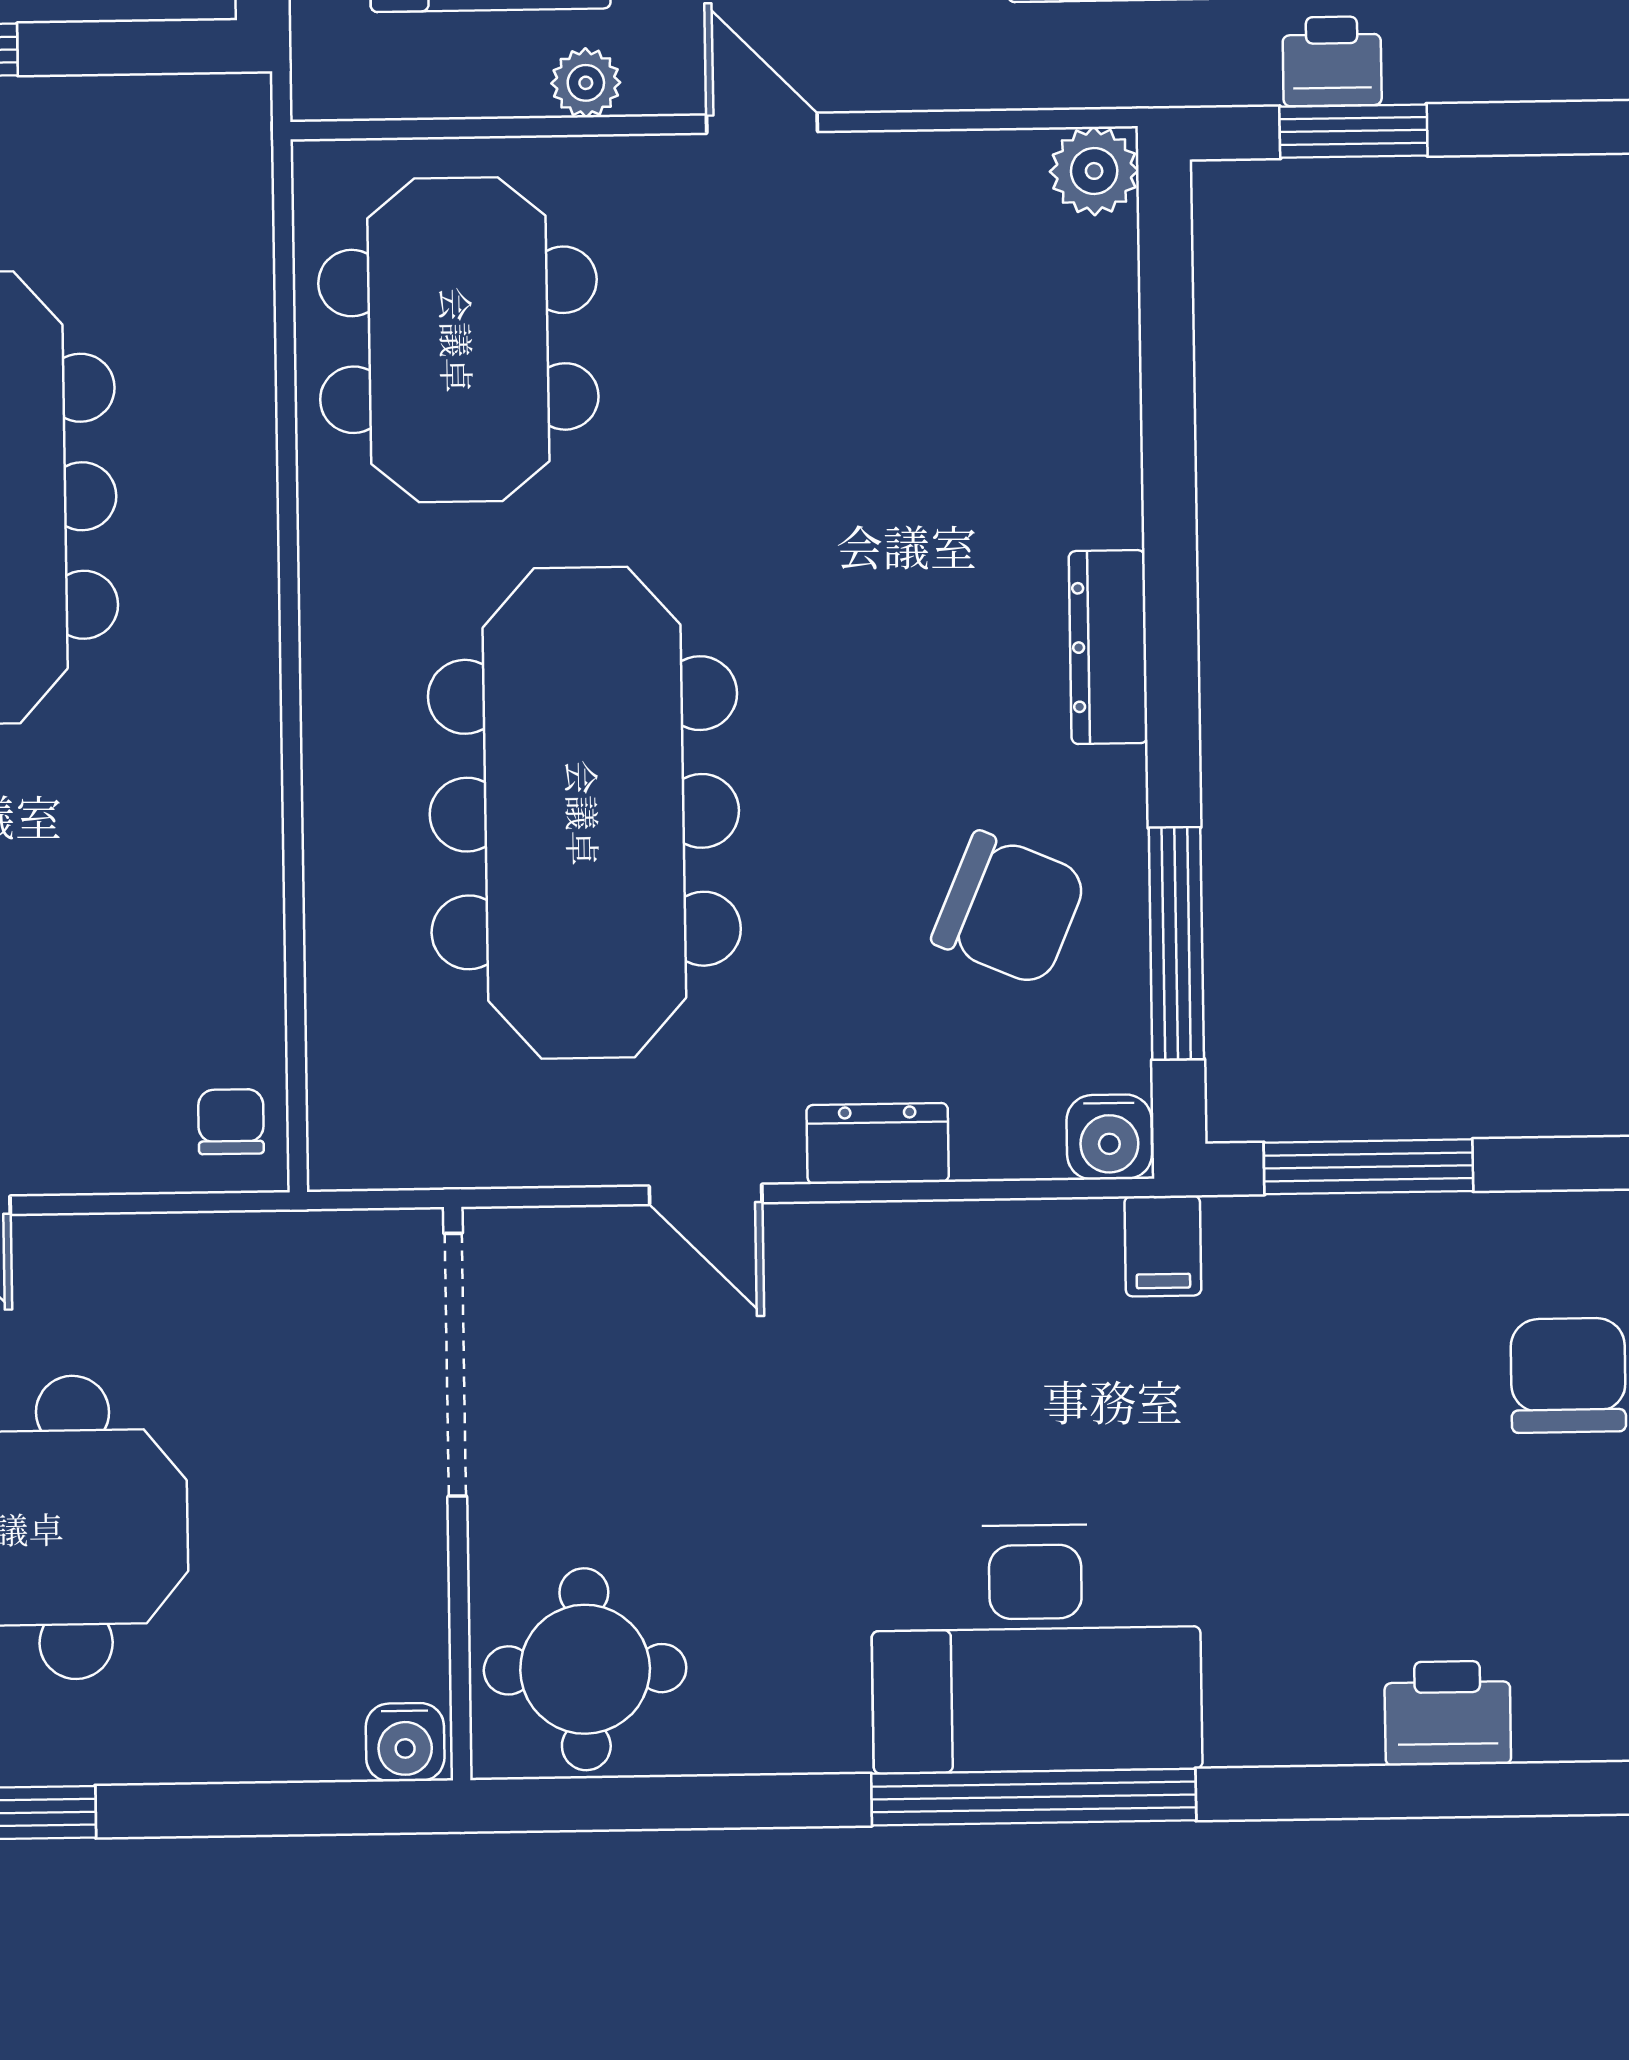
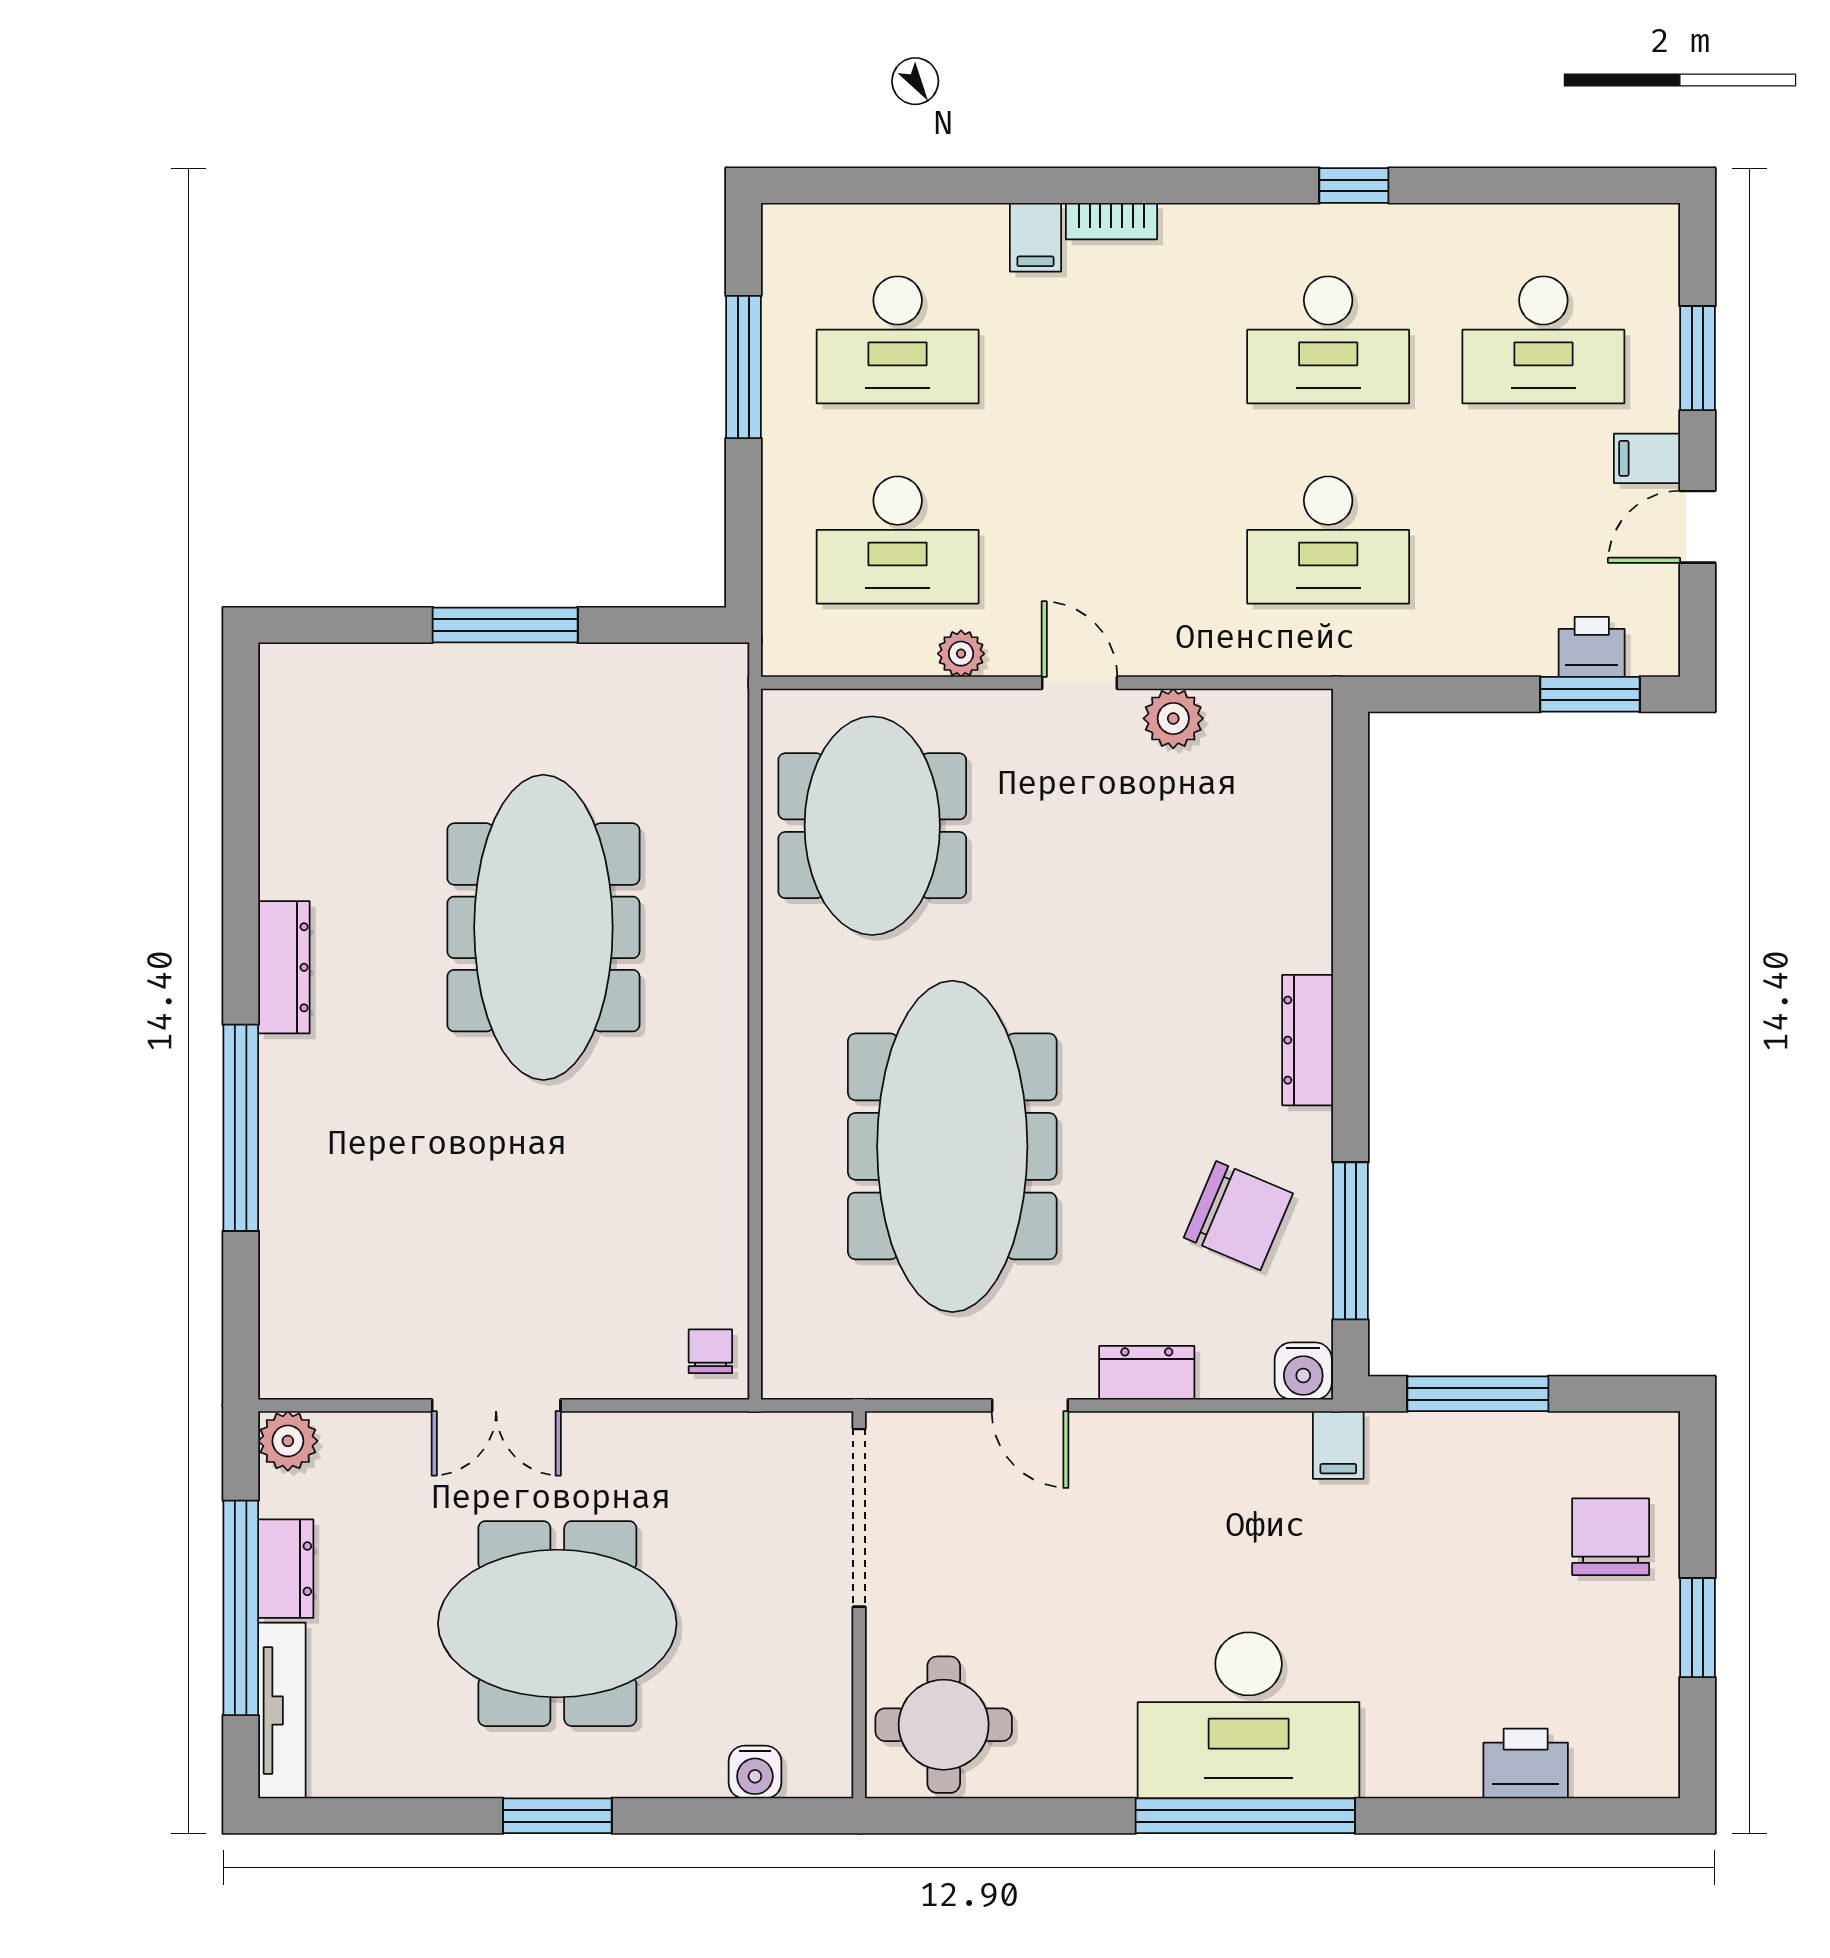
printer: (1332, 61) -> (1592, 647), moved
window: (1353, 131) -> (1590, 694), moved
plant: (1094, 171) -> (1173, 718), moved
water cooler: (405, 1742) -> (755, 1772), moved

